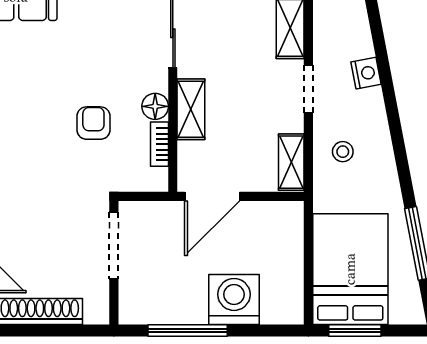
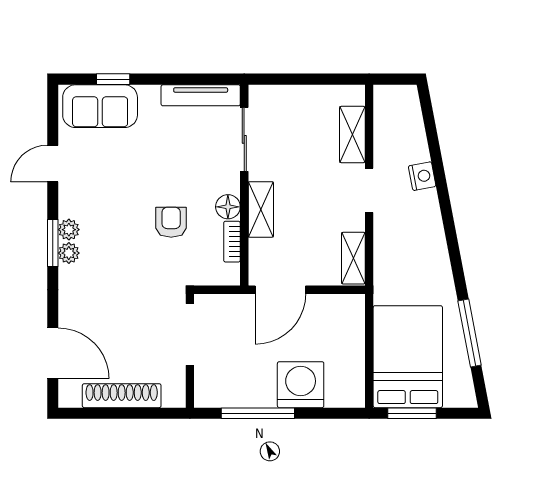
stool: (343, 152) -> (401, 248), removed

